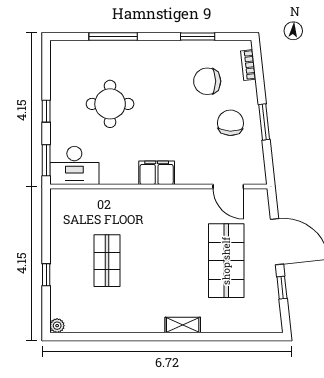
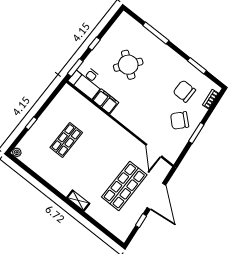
round table: (110, 104) -> (128, 65), turned 37
chair: (230, 123) -> (180, 120), turned -139
filing cabinet: (157, 173) -> (105, 101), moved

